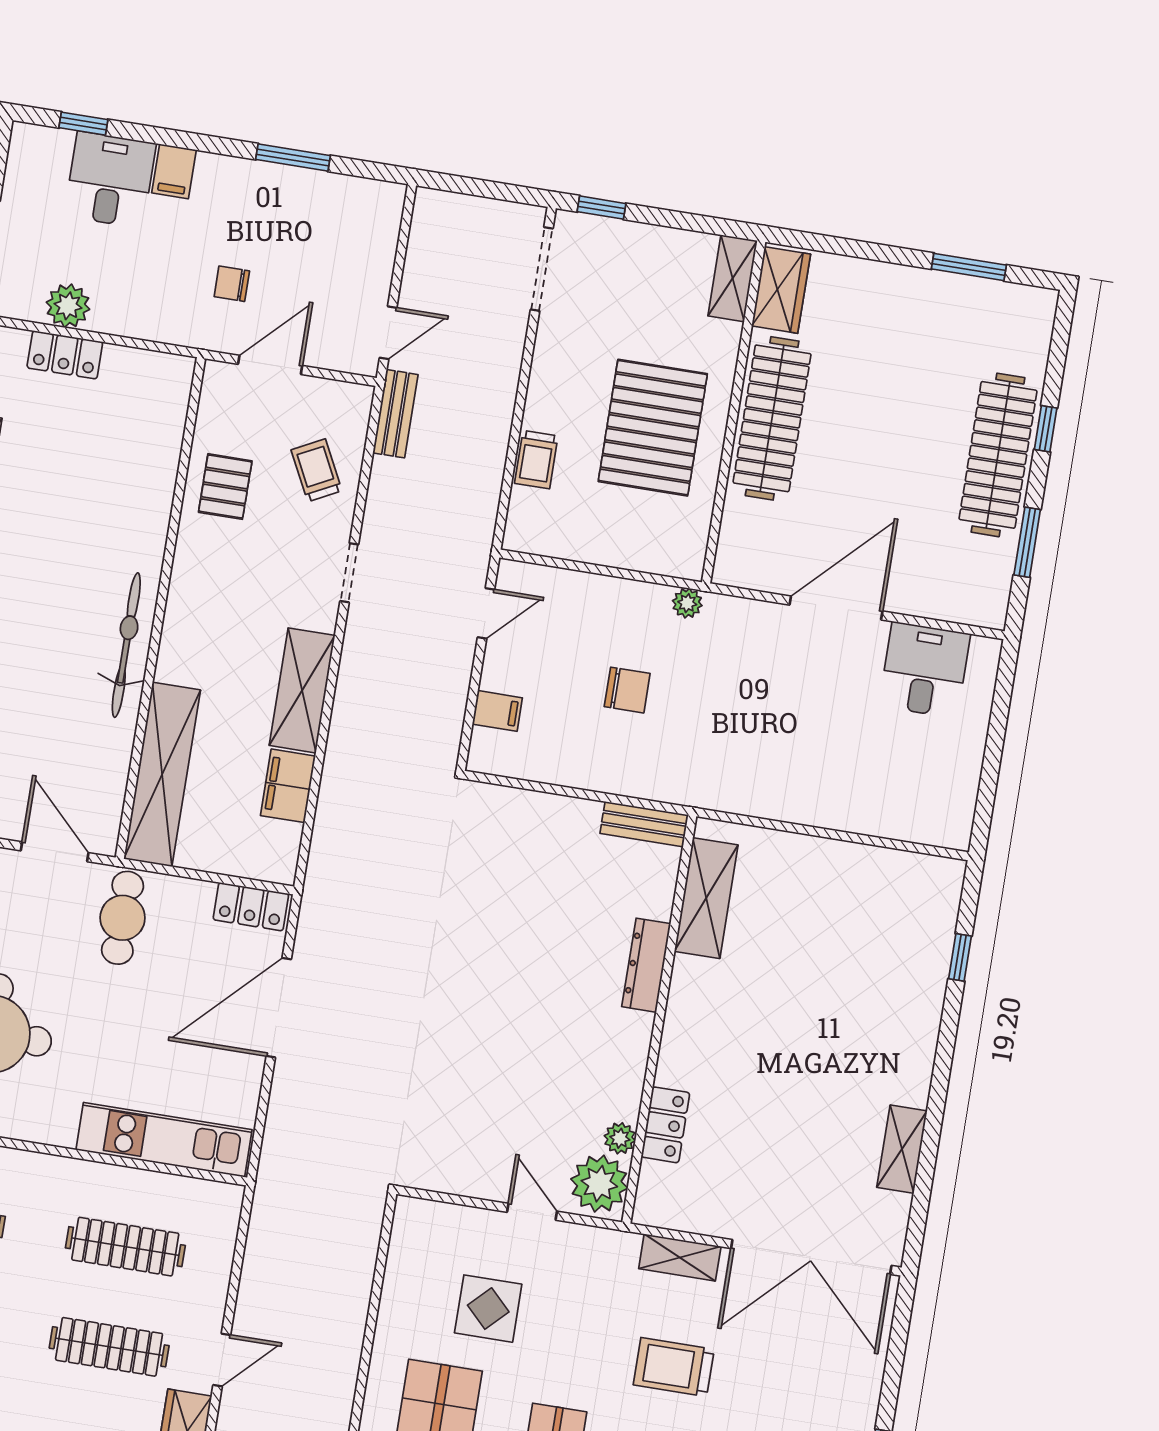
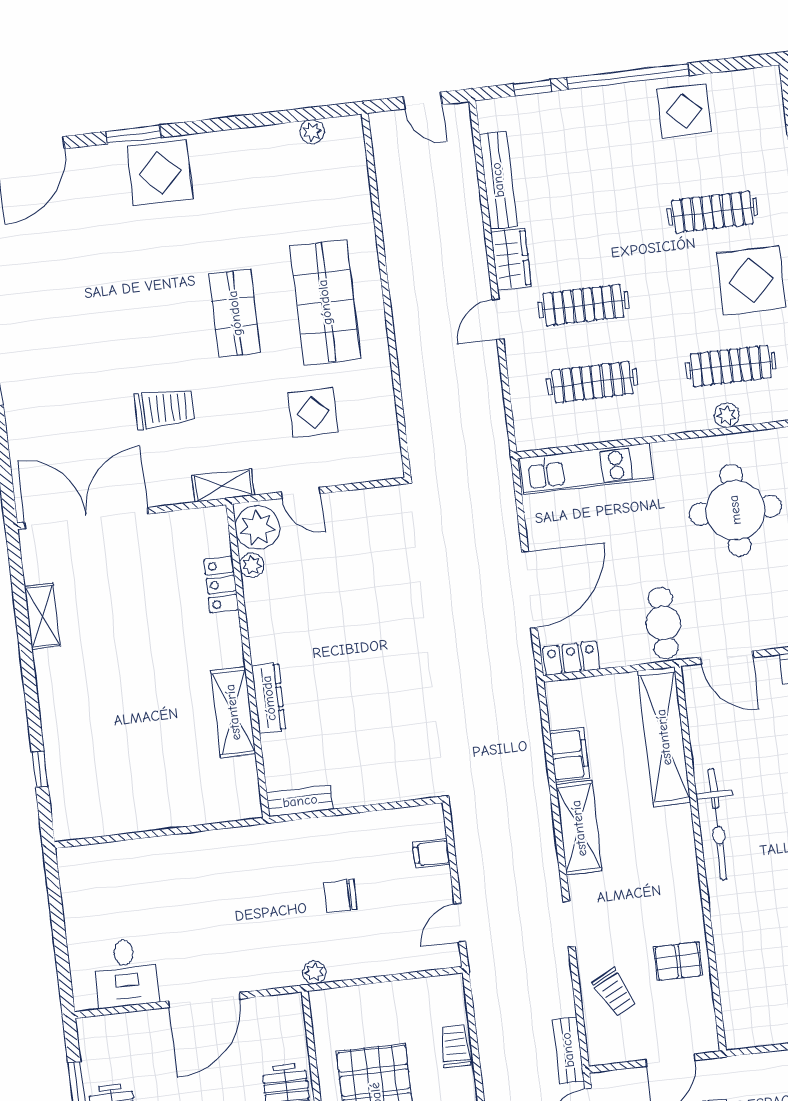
pallet: (225, 487) -> (678, 961), turned 90
shelving: (706, 898) -> (233, 712), moved
shelving: (680, 1258) -> (223, 485), moved

